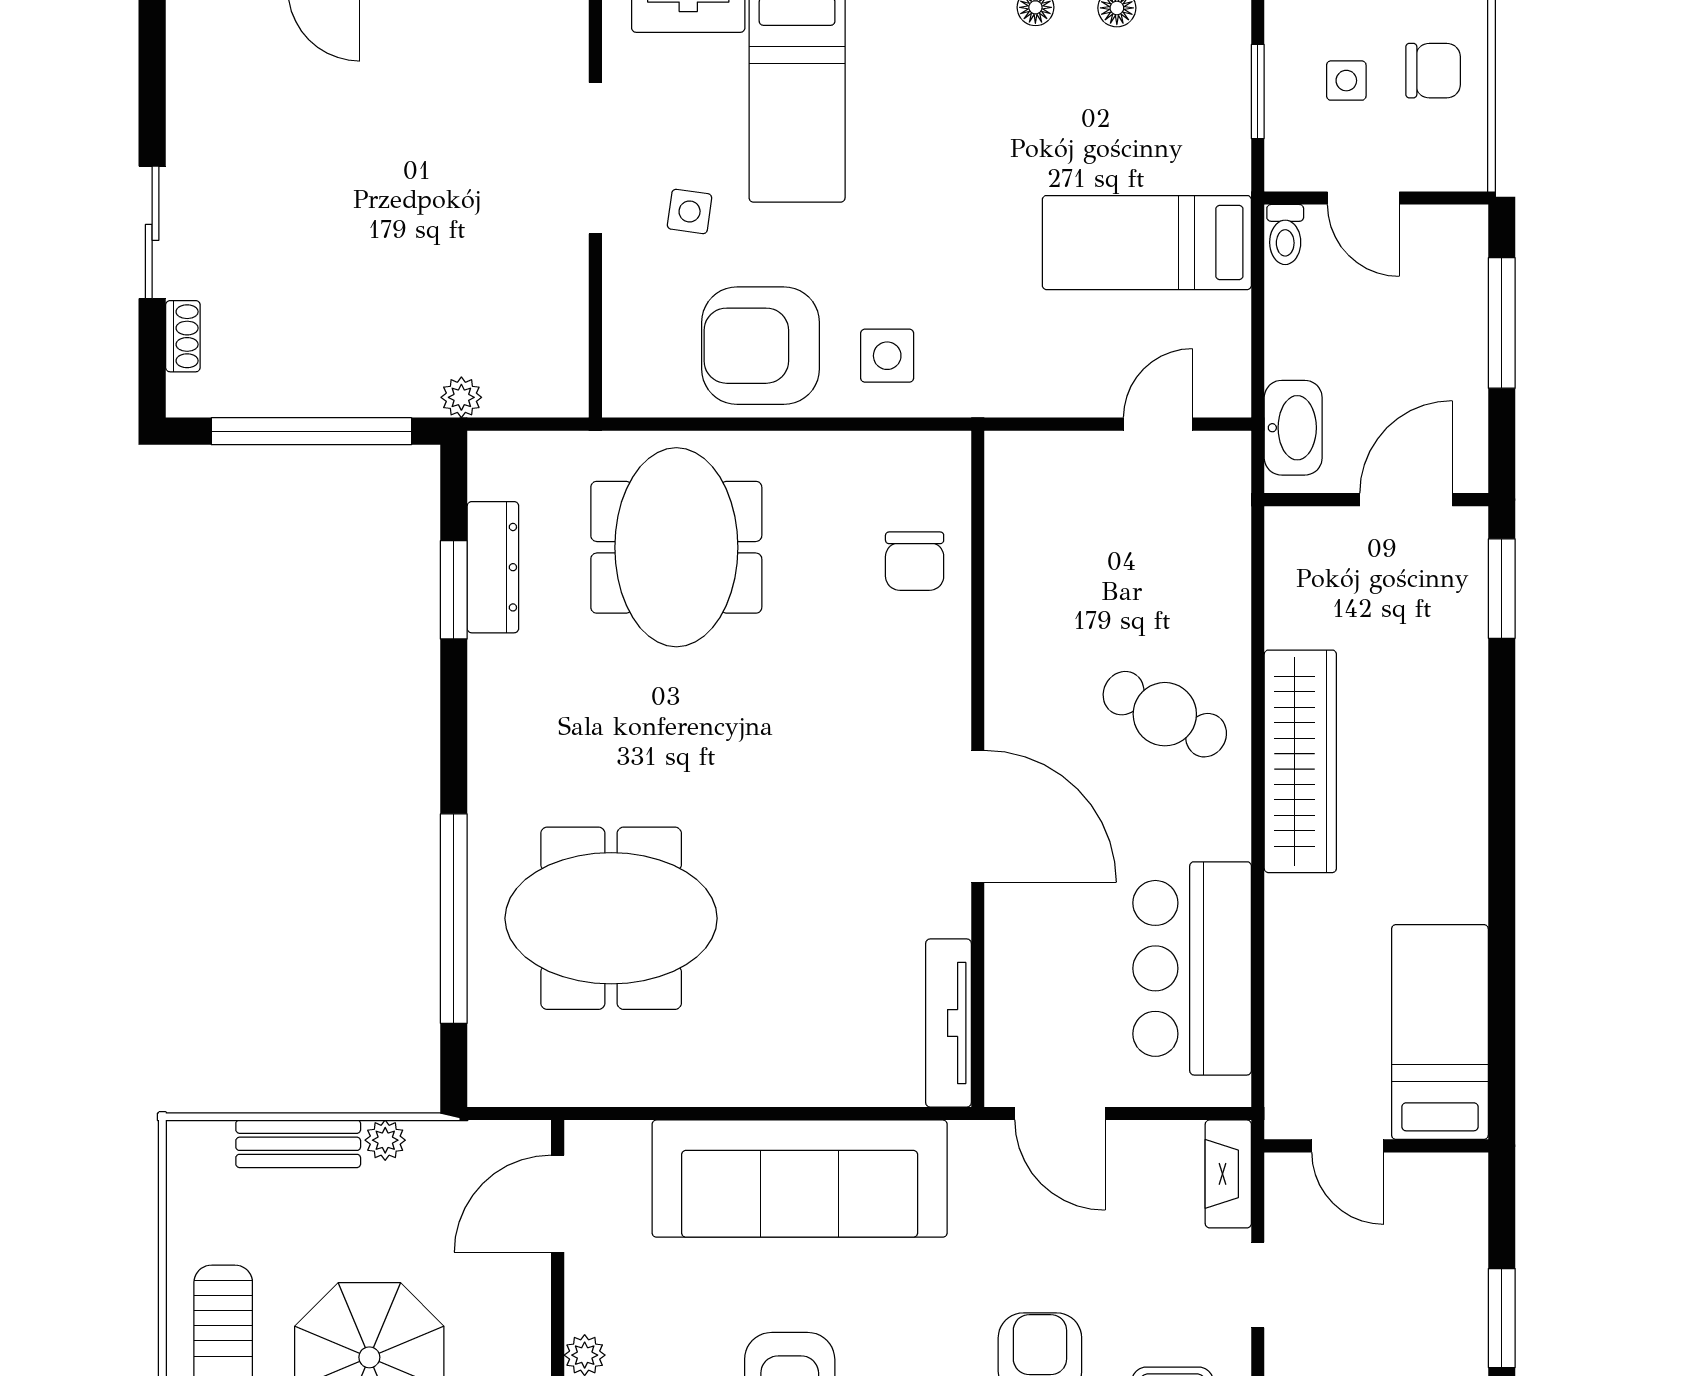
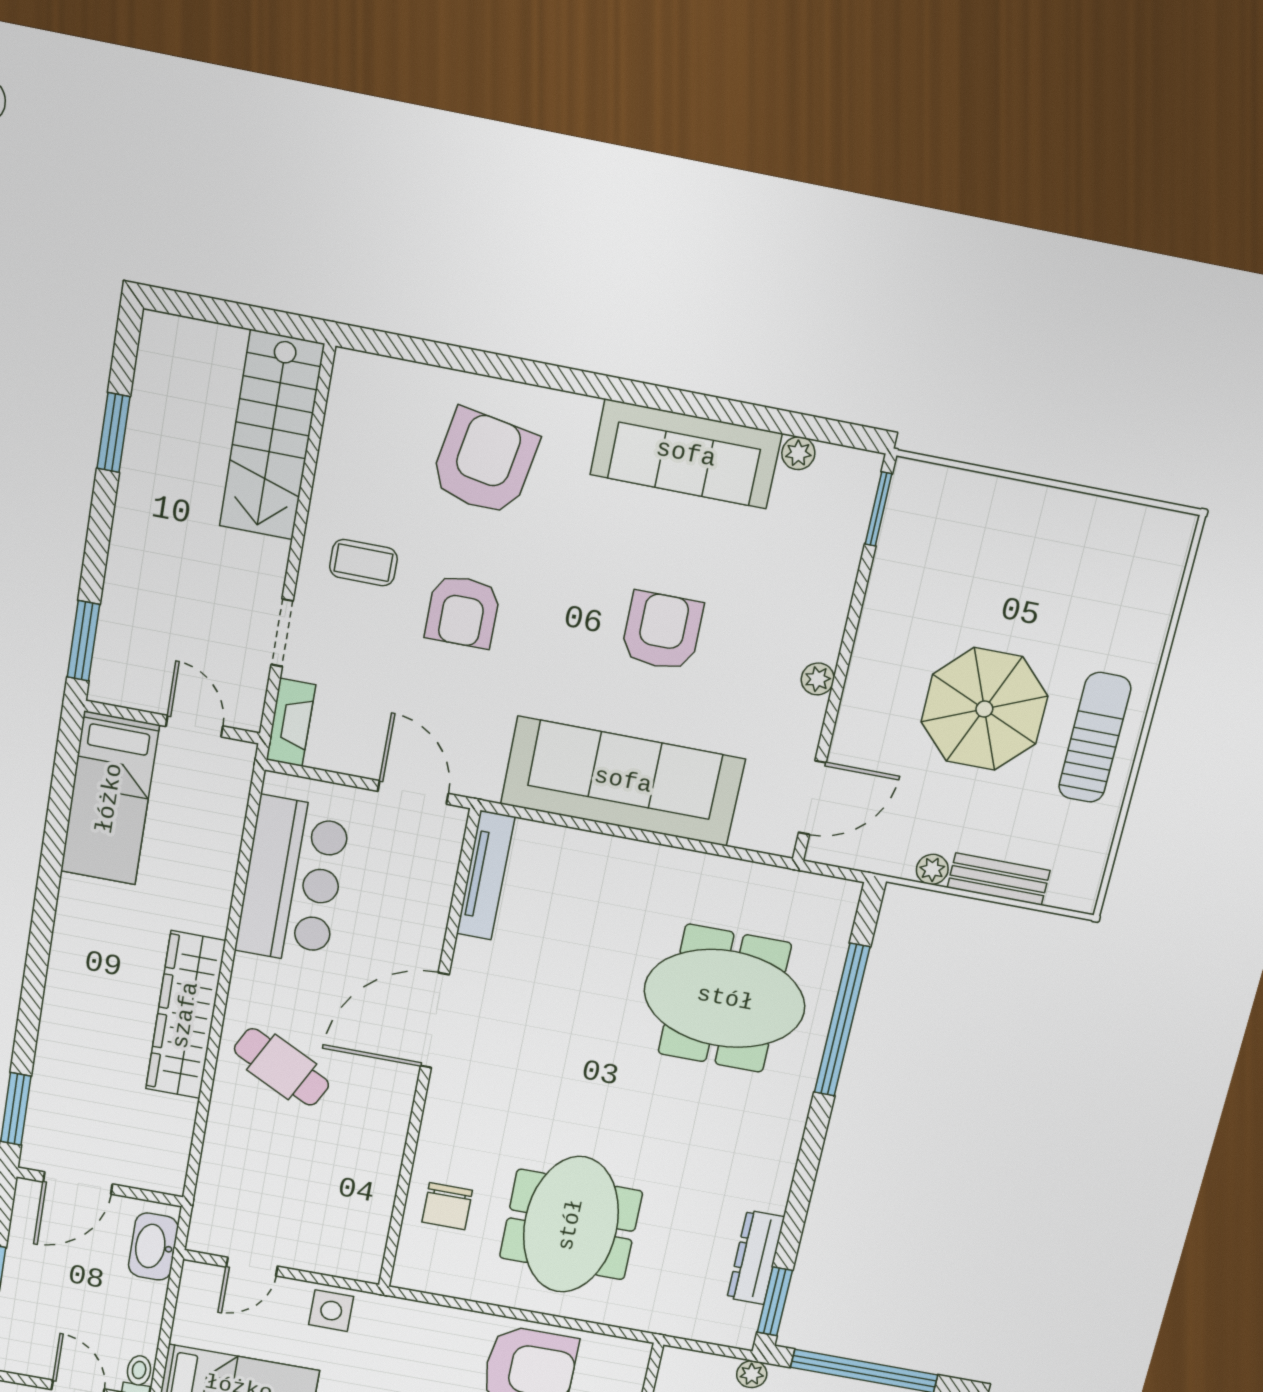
side table: (887, 356) -> (331, 1311), moved
meeting table: (676, 547) -> (571, 1225), moved
chair: (915, 561) -> (447, 1206), turned 180
window: (454, 590) -> (775, 1301), moved
door: (978, 816) -> (435, 1020), hinge flipped
window: (1502, 1318) -> (83, 641), moved

